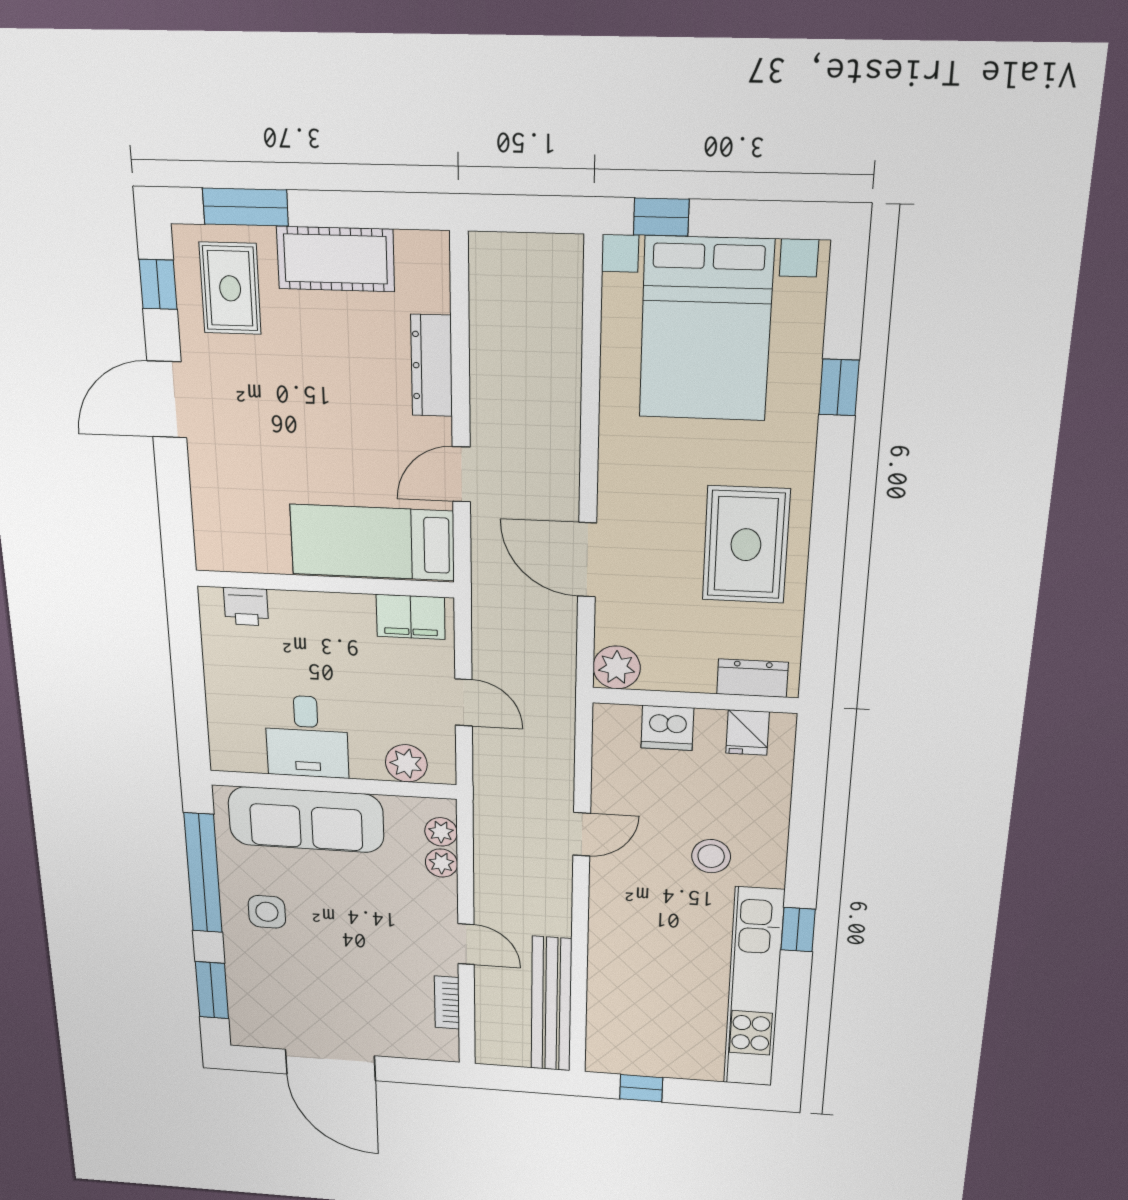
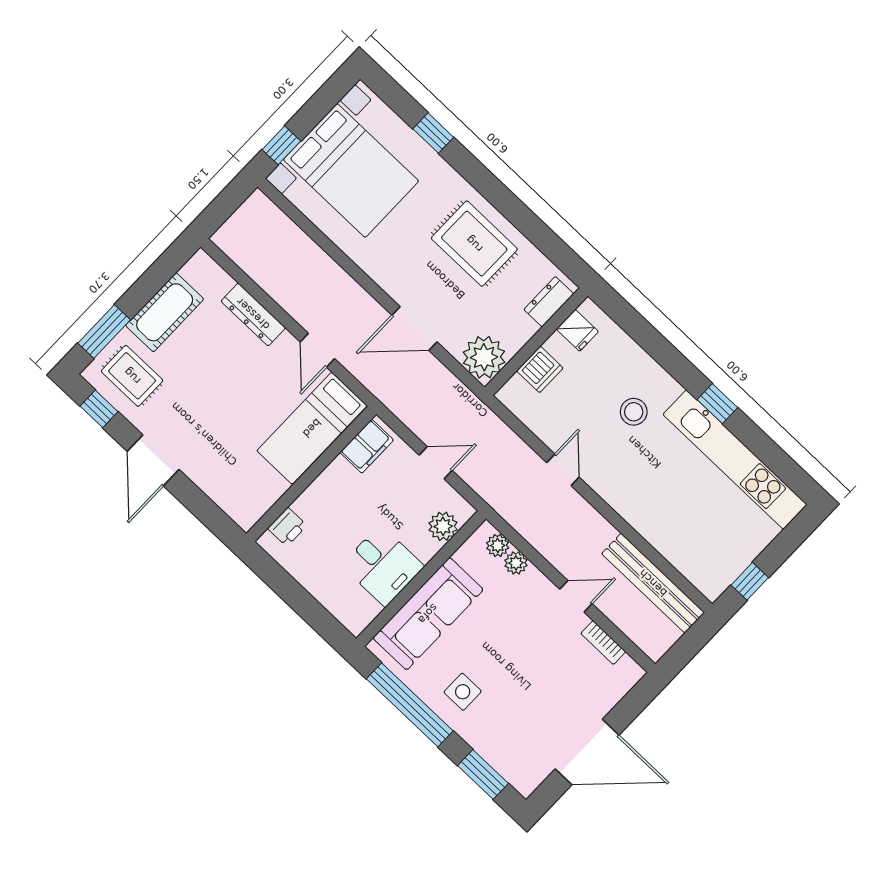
plant: (617, 667) -> (484, 357), width x1.36, depth x1.36

